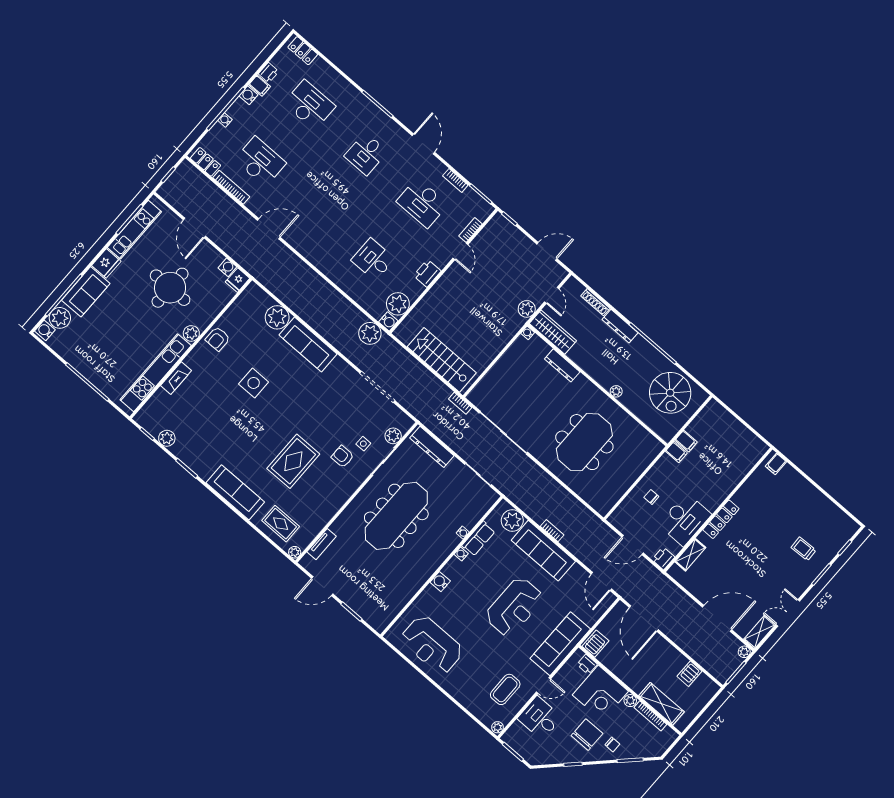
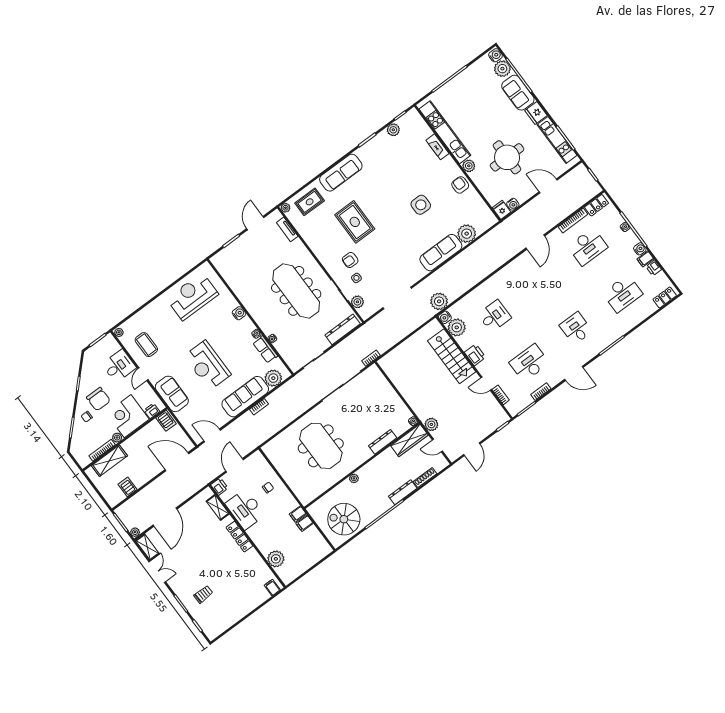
stairs: (442, 360) -> (452, 356), moved, turned 90
armchair: (343, 457) -> (350, 260), turned 180
plant: (739, 467) -> (276, 559), added
sofa: (560, 644) -> (172, 394), width x0.73

